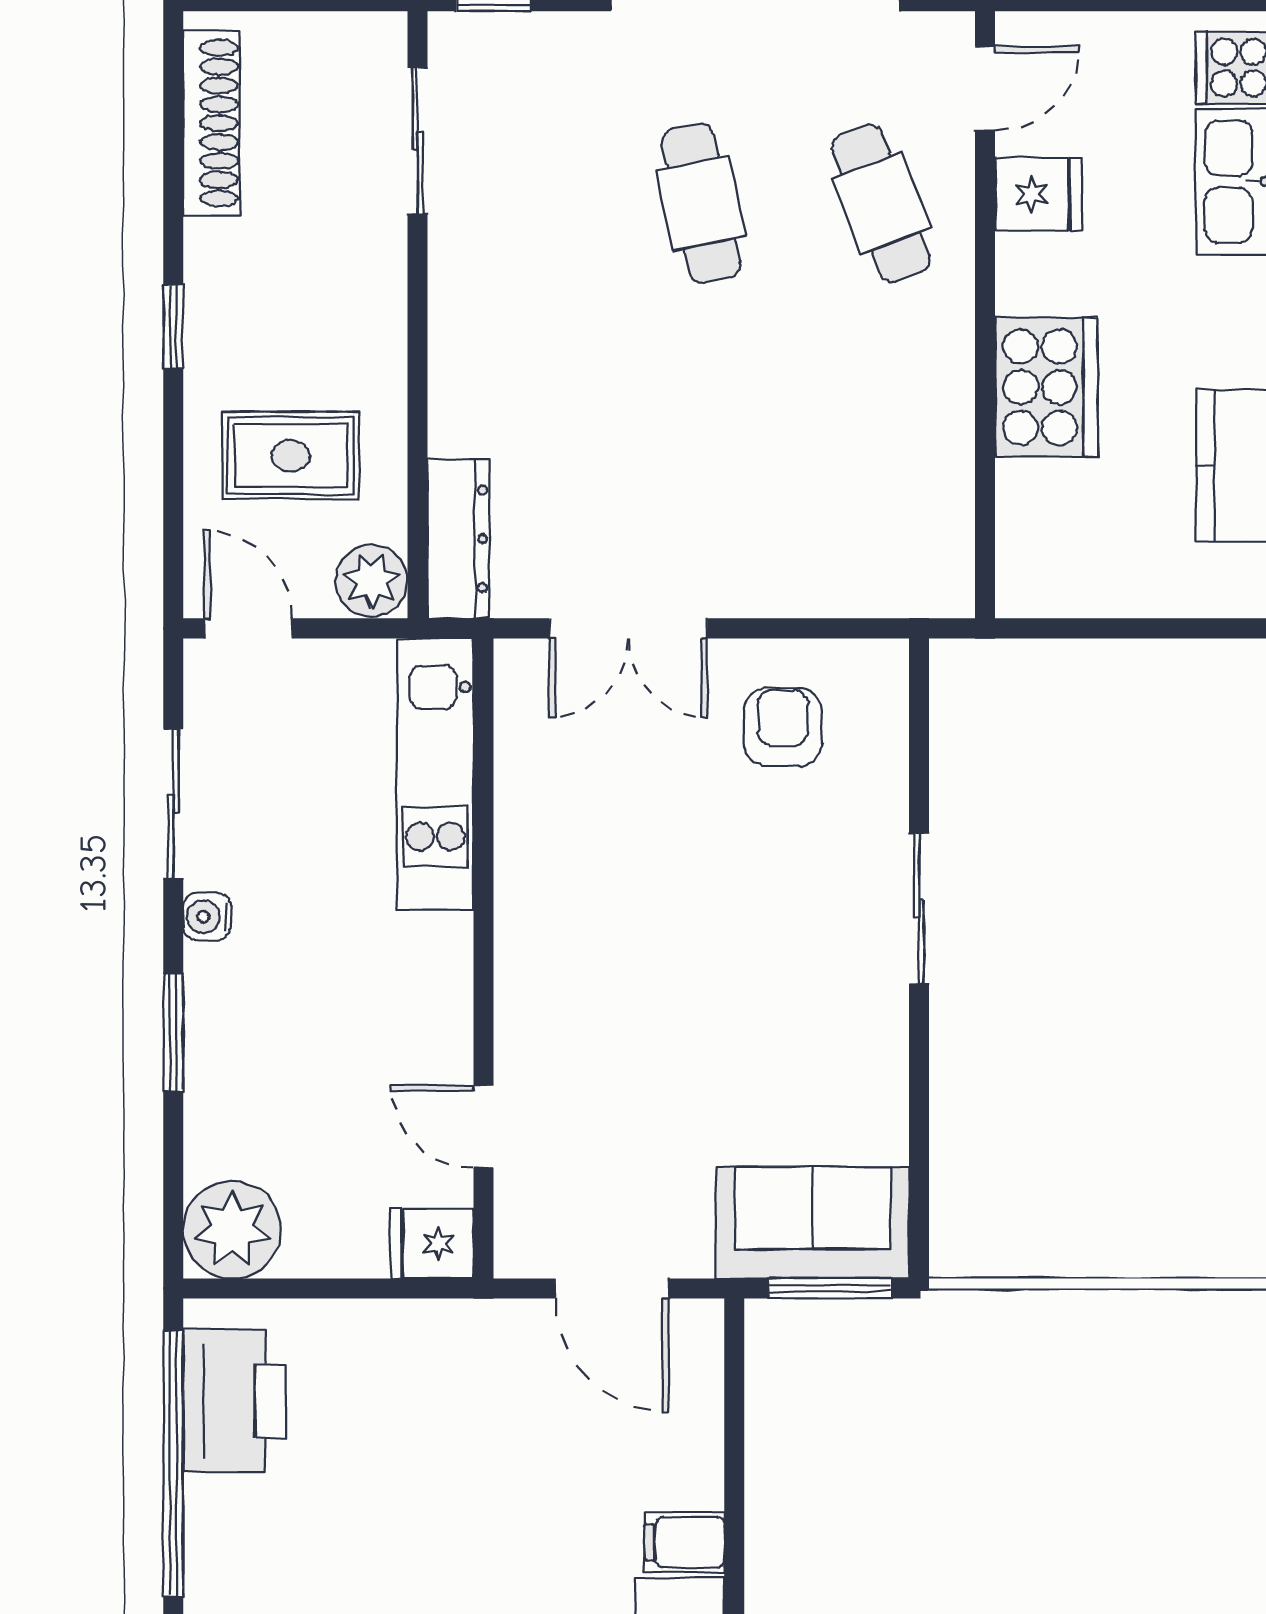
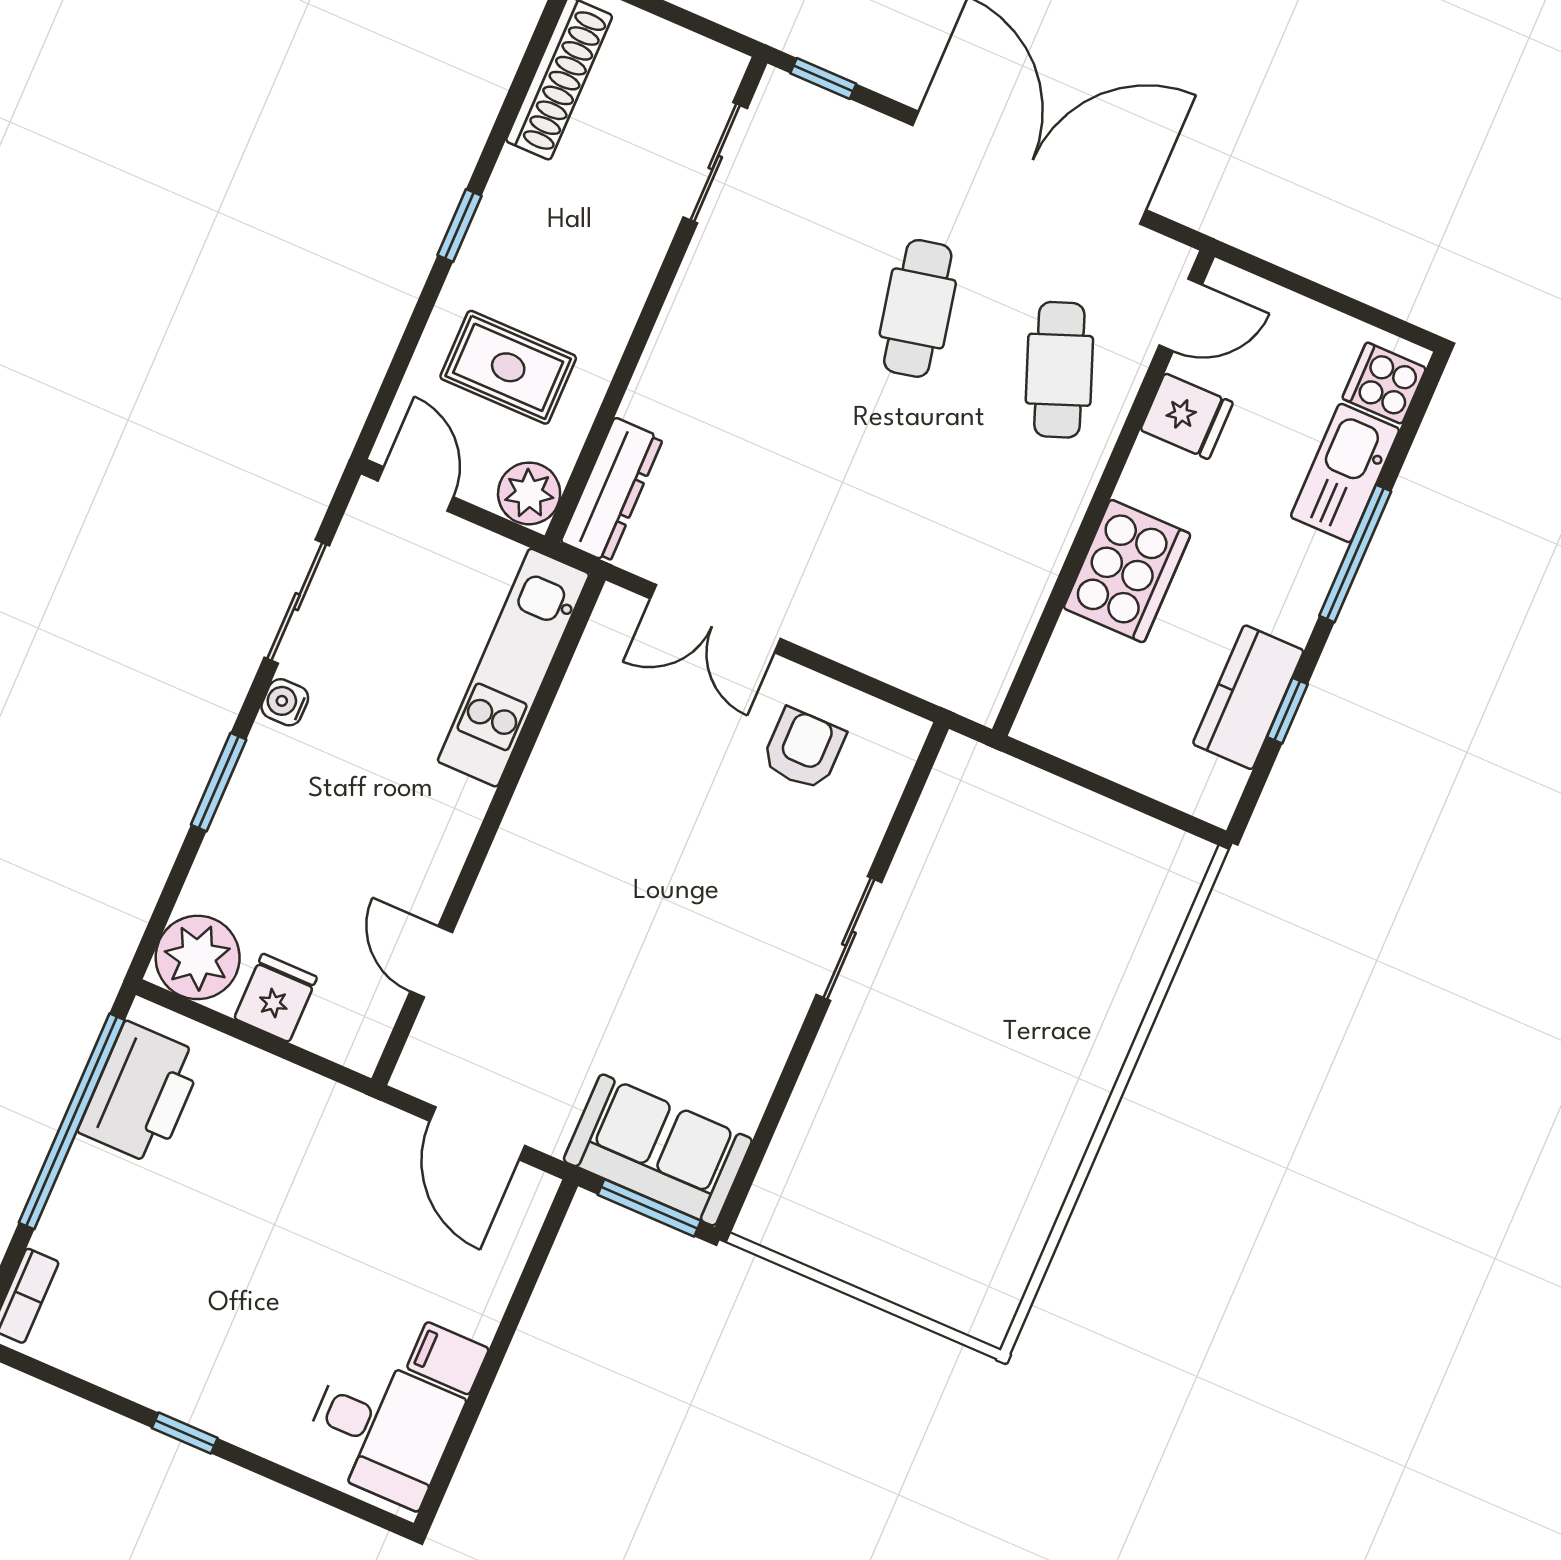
fridge: (432, 1243) -> (276, 998), moved, turned 90

